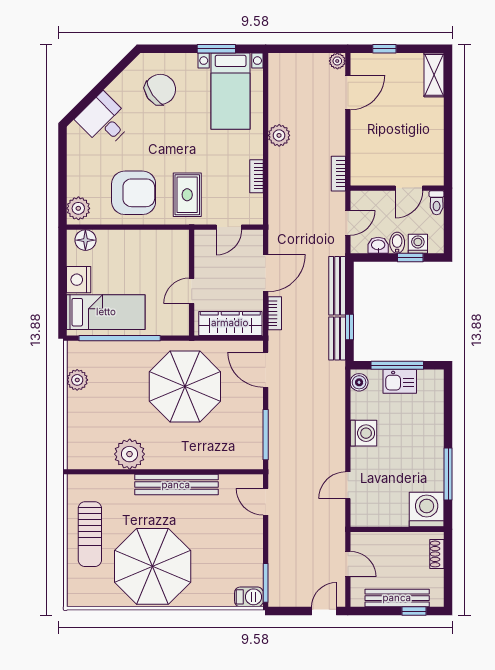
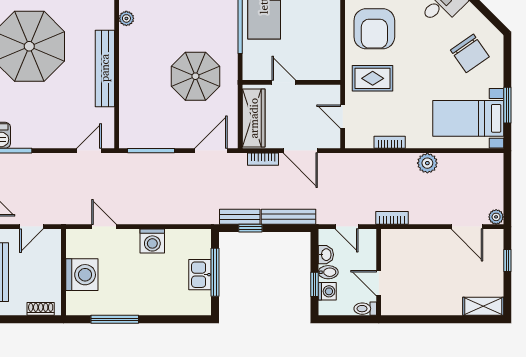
boiler: (359, 382) -> (199, 237), removed
parasol: (185, 386) -> (195, 76), width x0.73, depth x0.73
plant: (130, 454) -> (126, 18), width x0.53, depth x0.53
washing machine: (427, 509) -> (82, 275), moved

